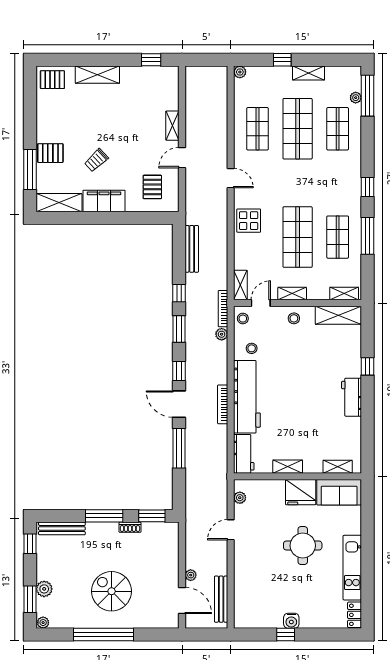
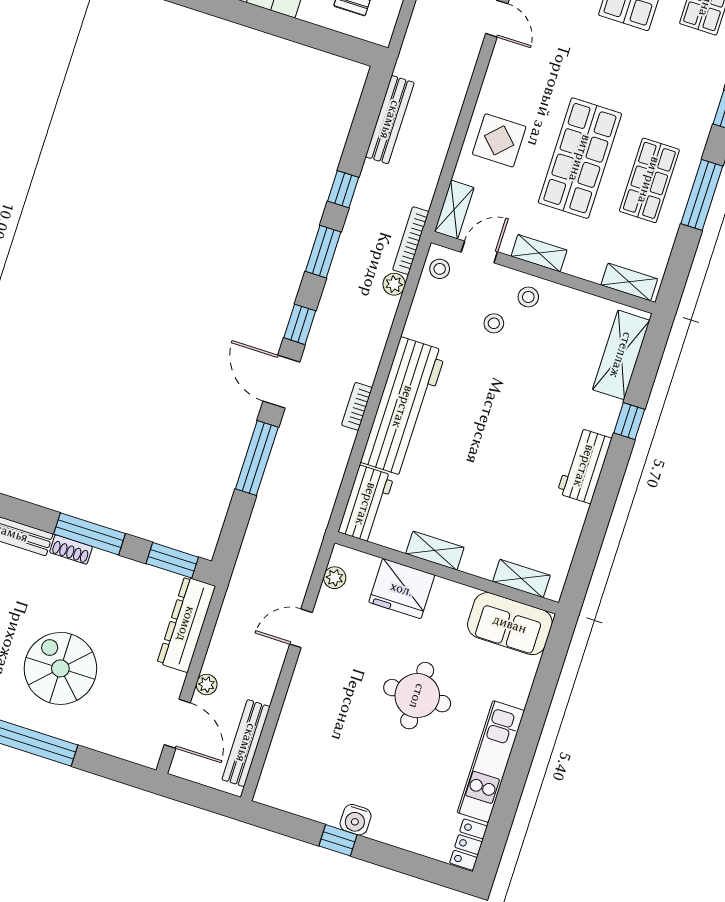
display table: (249, 221) -> (499, 140), moved
shelving: (338, 315) -> (621, 355), moved, turned 90
stool: (252, 348) -> (494, 323), moved
bookcase: (223, 404) -> (357, 406), width x0.64
fridge: (301, 492) -> (402, 589), moved
shoe rack: (130, 527) -> (71, 550), moved
dresser: (170, 547) -> (186, 624), added

